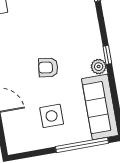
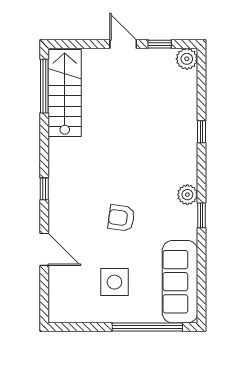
plant: (99, 67) -> (187, 195), moved

